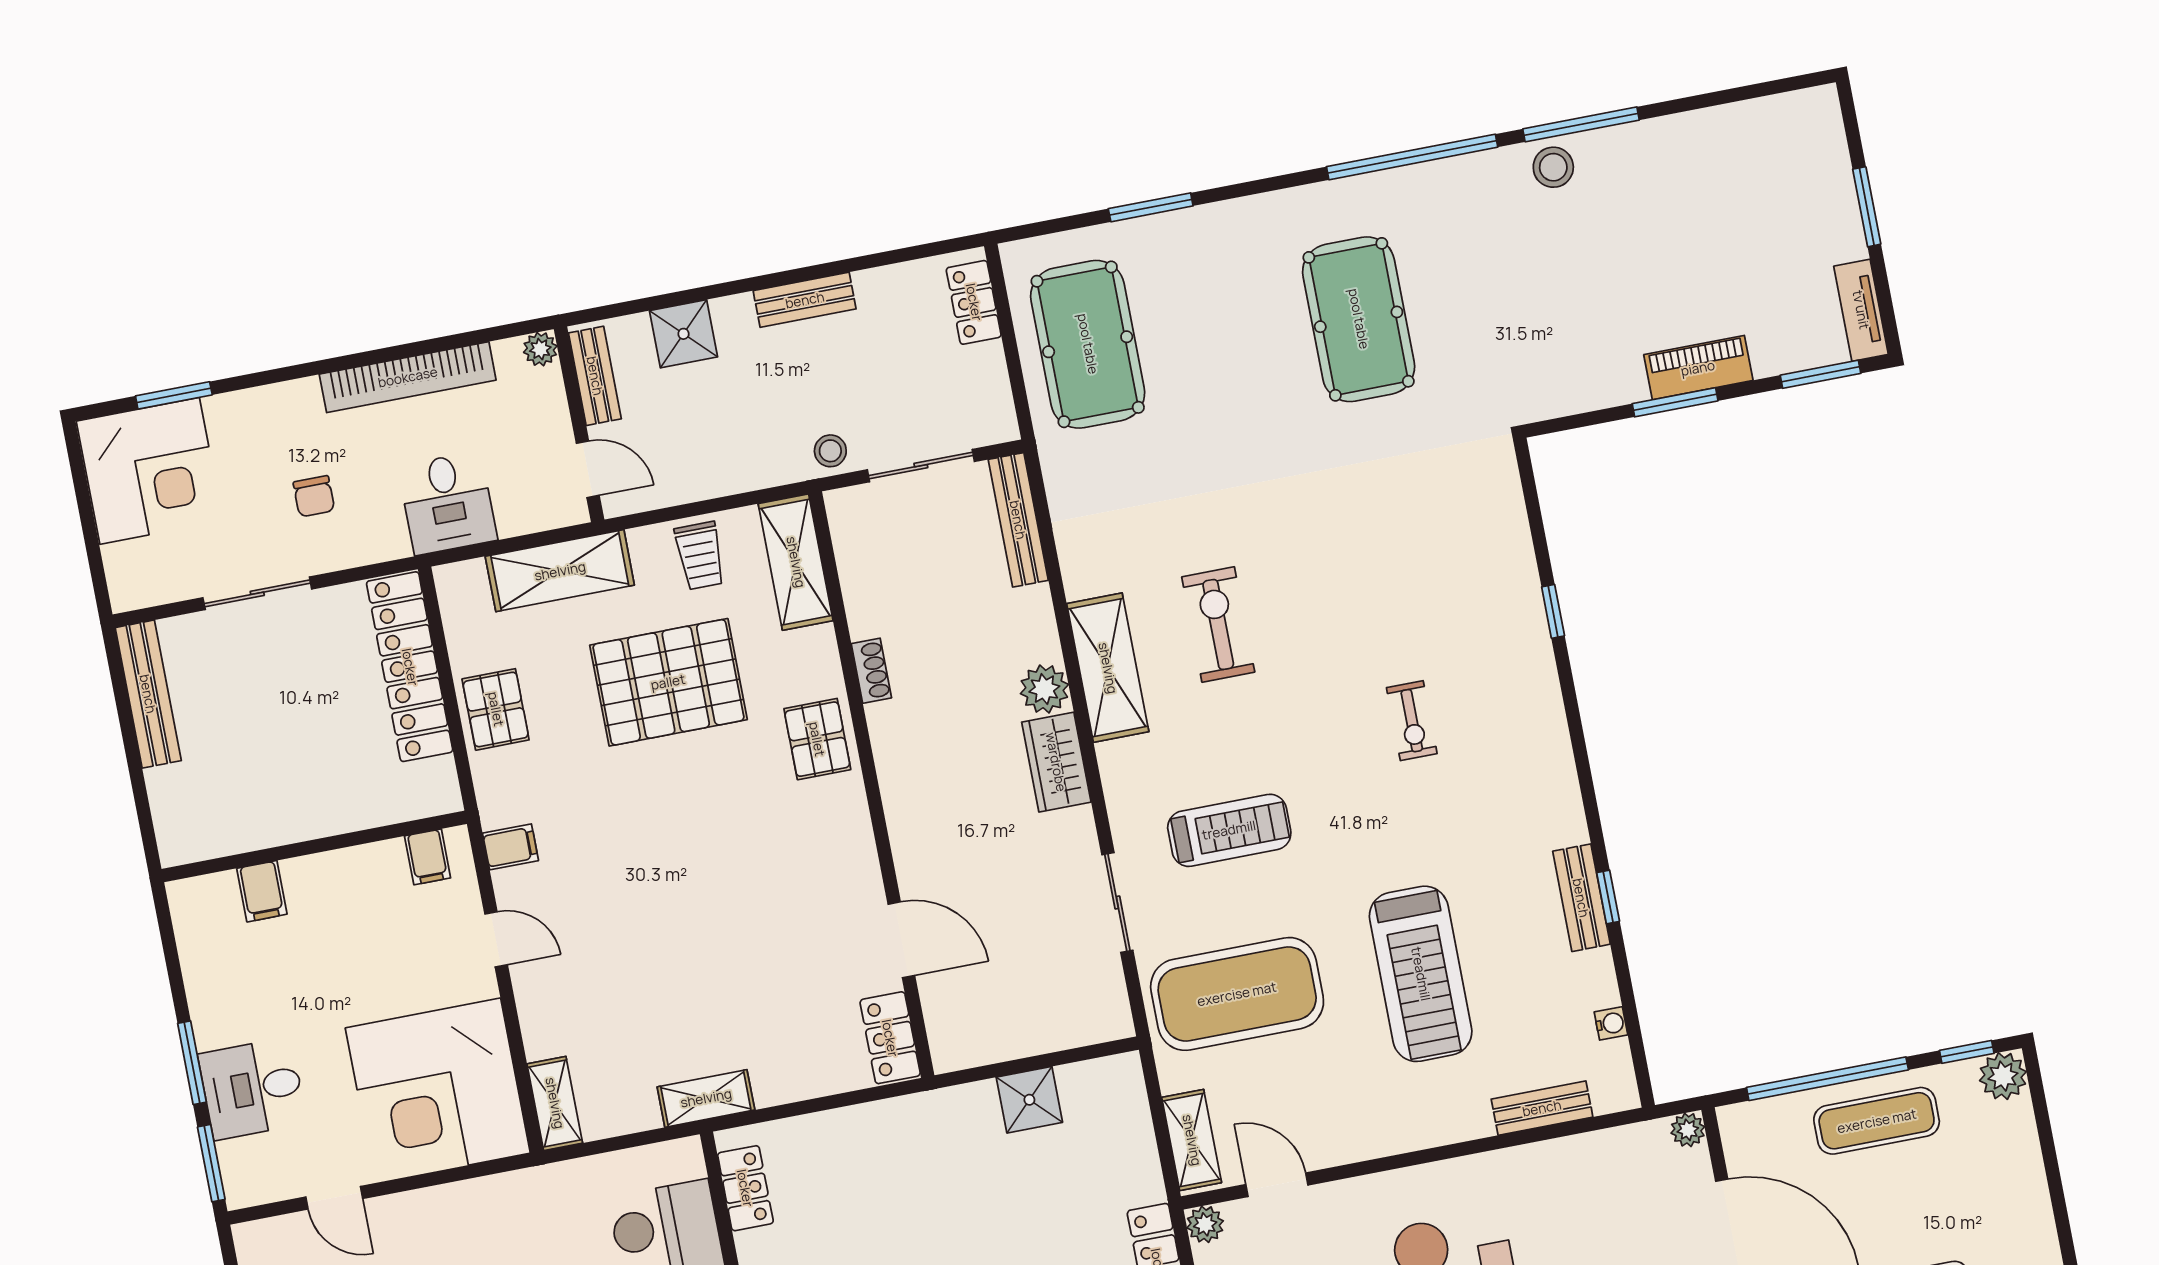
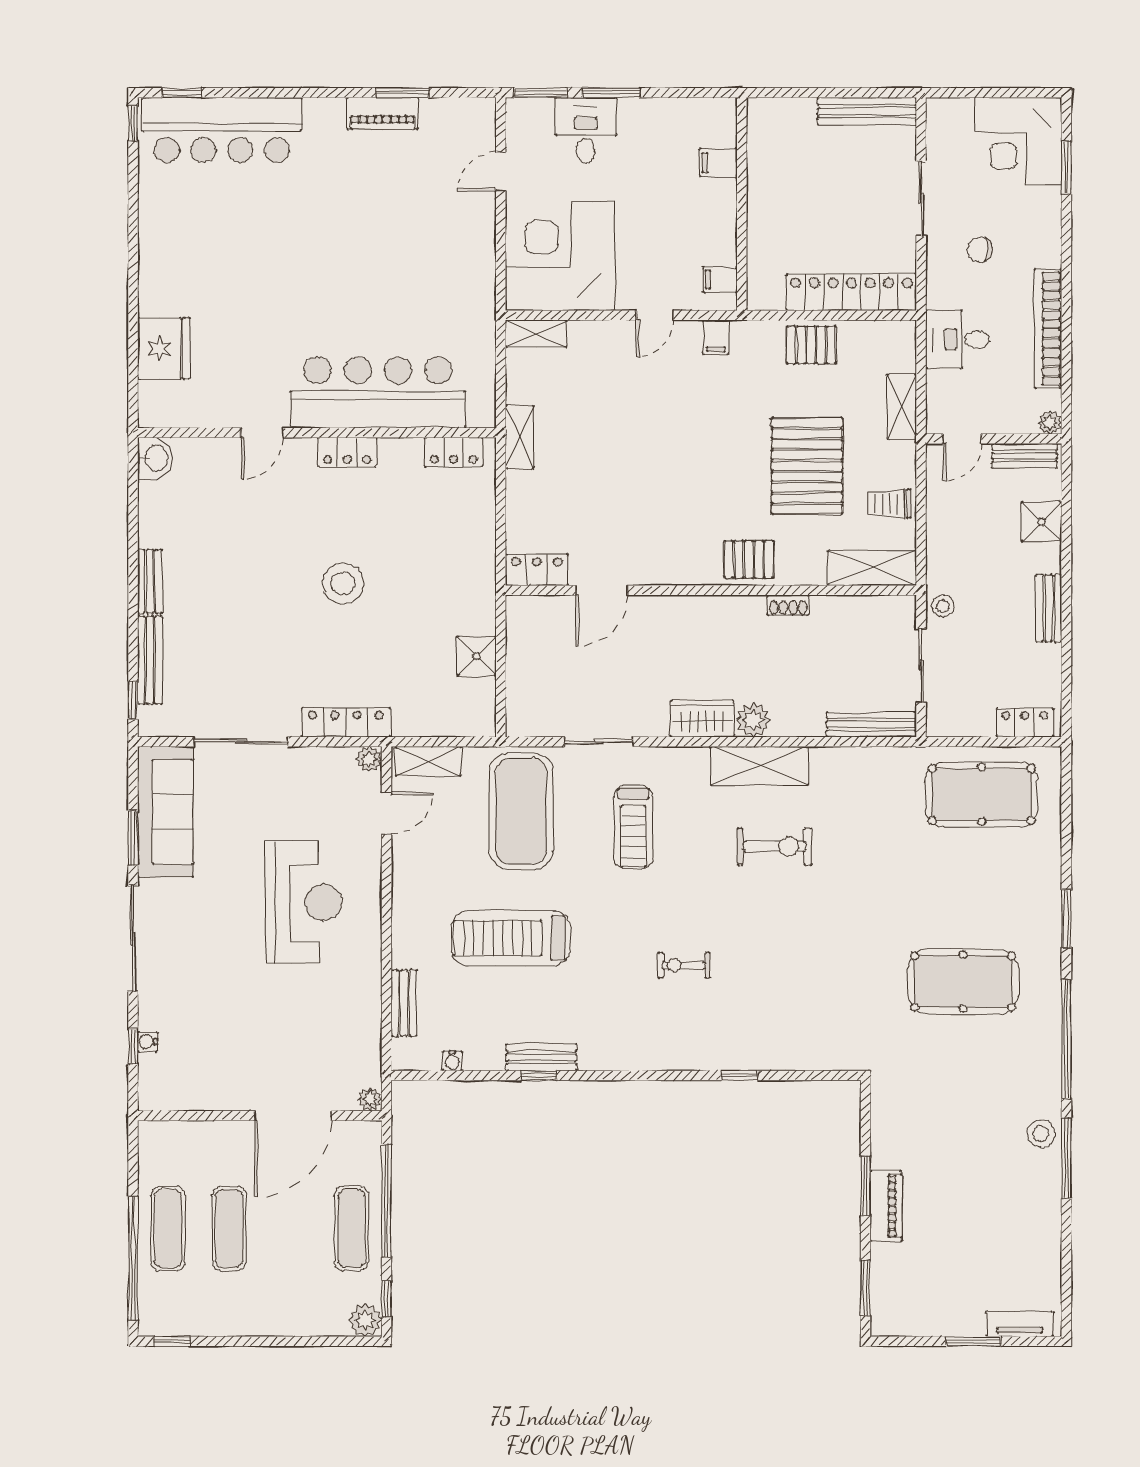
window: (1151, 207) -> (1066, 919), moved
tv unit: (1861, 310) -> (1019, 1324), moved
shelving: (560, 571) -> (902, 407), width x0.67, depth x0.75

